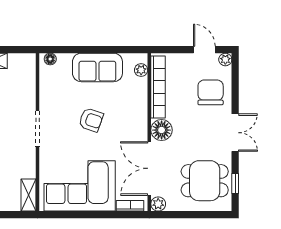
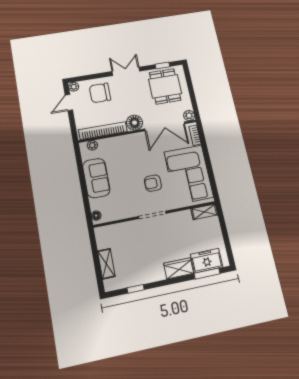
armchair: (91, 120) -> (153, 183), moved, turned -109

